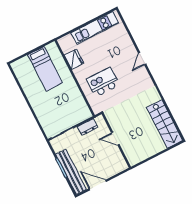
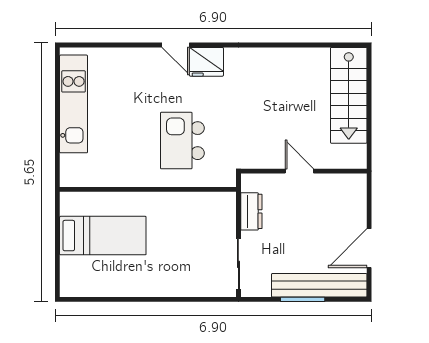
fridge: (74, 59) -> (206, 62), moved, turned 180
stairs: (165, 124) -> (349, 95), moved, turned 90
door: (115, 139) -> (299, 171), swing flipped

